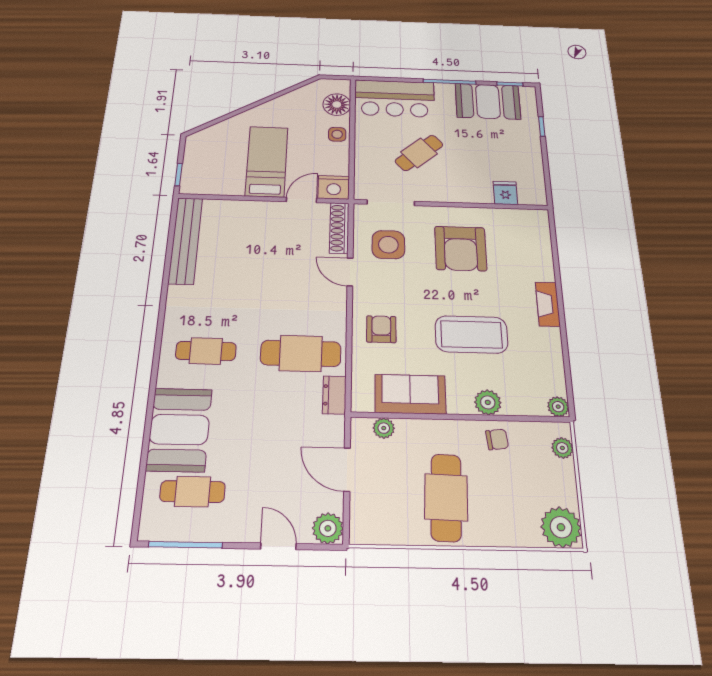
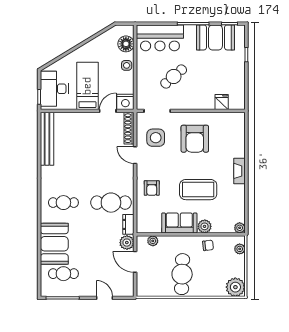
desk: (207, 163) -> (54, 89), added
armchair: (381, 329) -> (152, 188), turned 180
sofa: (410, 394) -> (179, 223), moved
plant: (328, 528) -> (127, 243), moved

